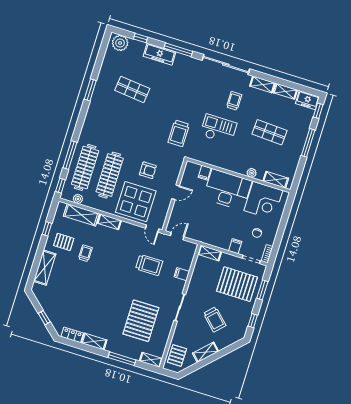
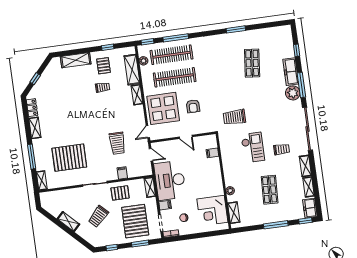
plant: (120, 43) -> (293, 93), moved
desk: (227, 190) -> (170, 180), moved, turned 180
pallet: (177, 355) -> (120, 193), moved

